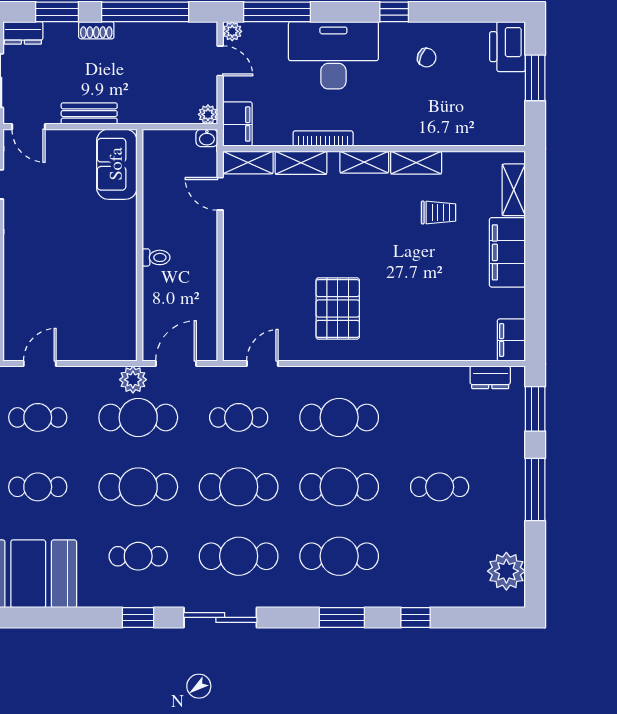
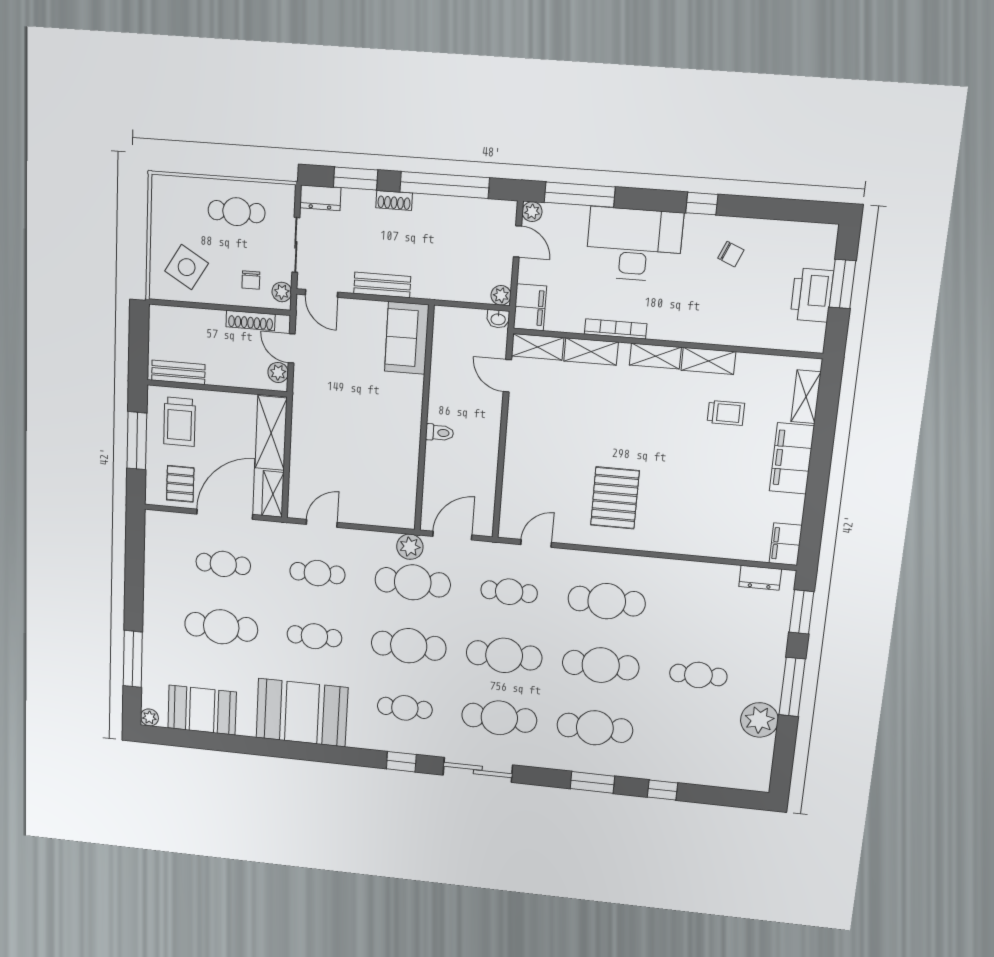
printer: (508, 47) -> (812, 295), moved
plant: (506, 571) -> (759, 720), moved

